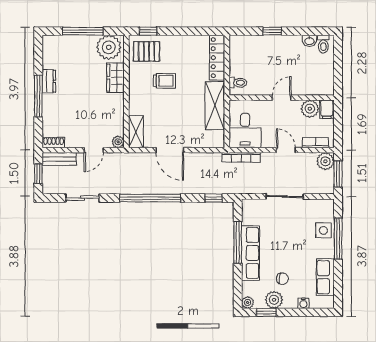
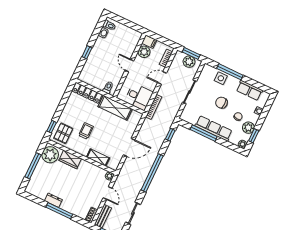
shelving: (136, 132) -> (98, 158), moved
plant: (325, 161) -> (189, 62), moved
chair: (291, 247) -> (221, 103), added

